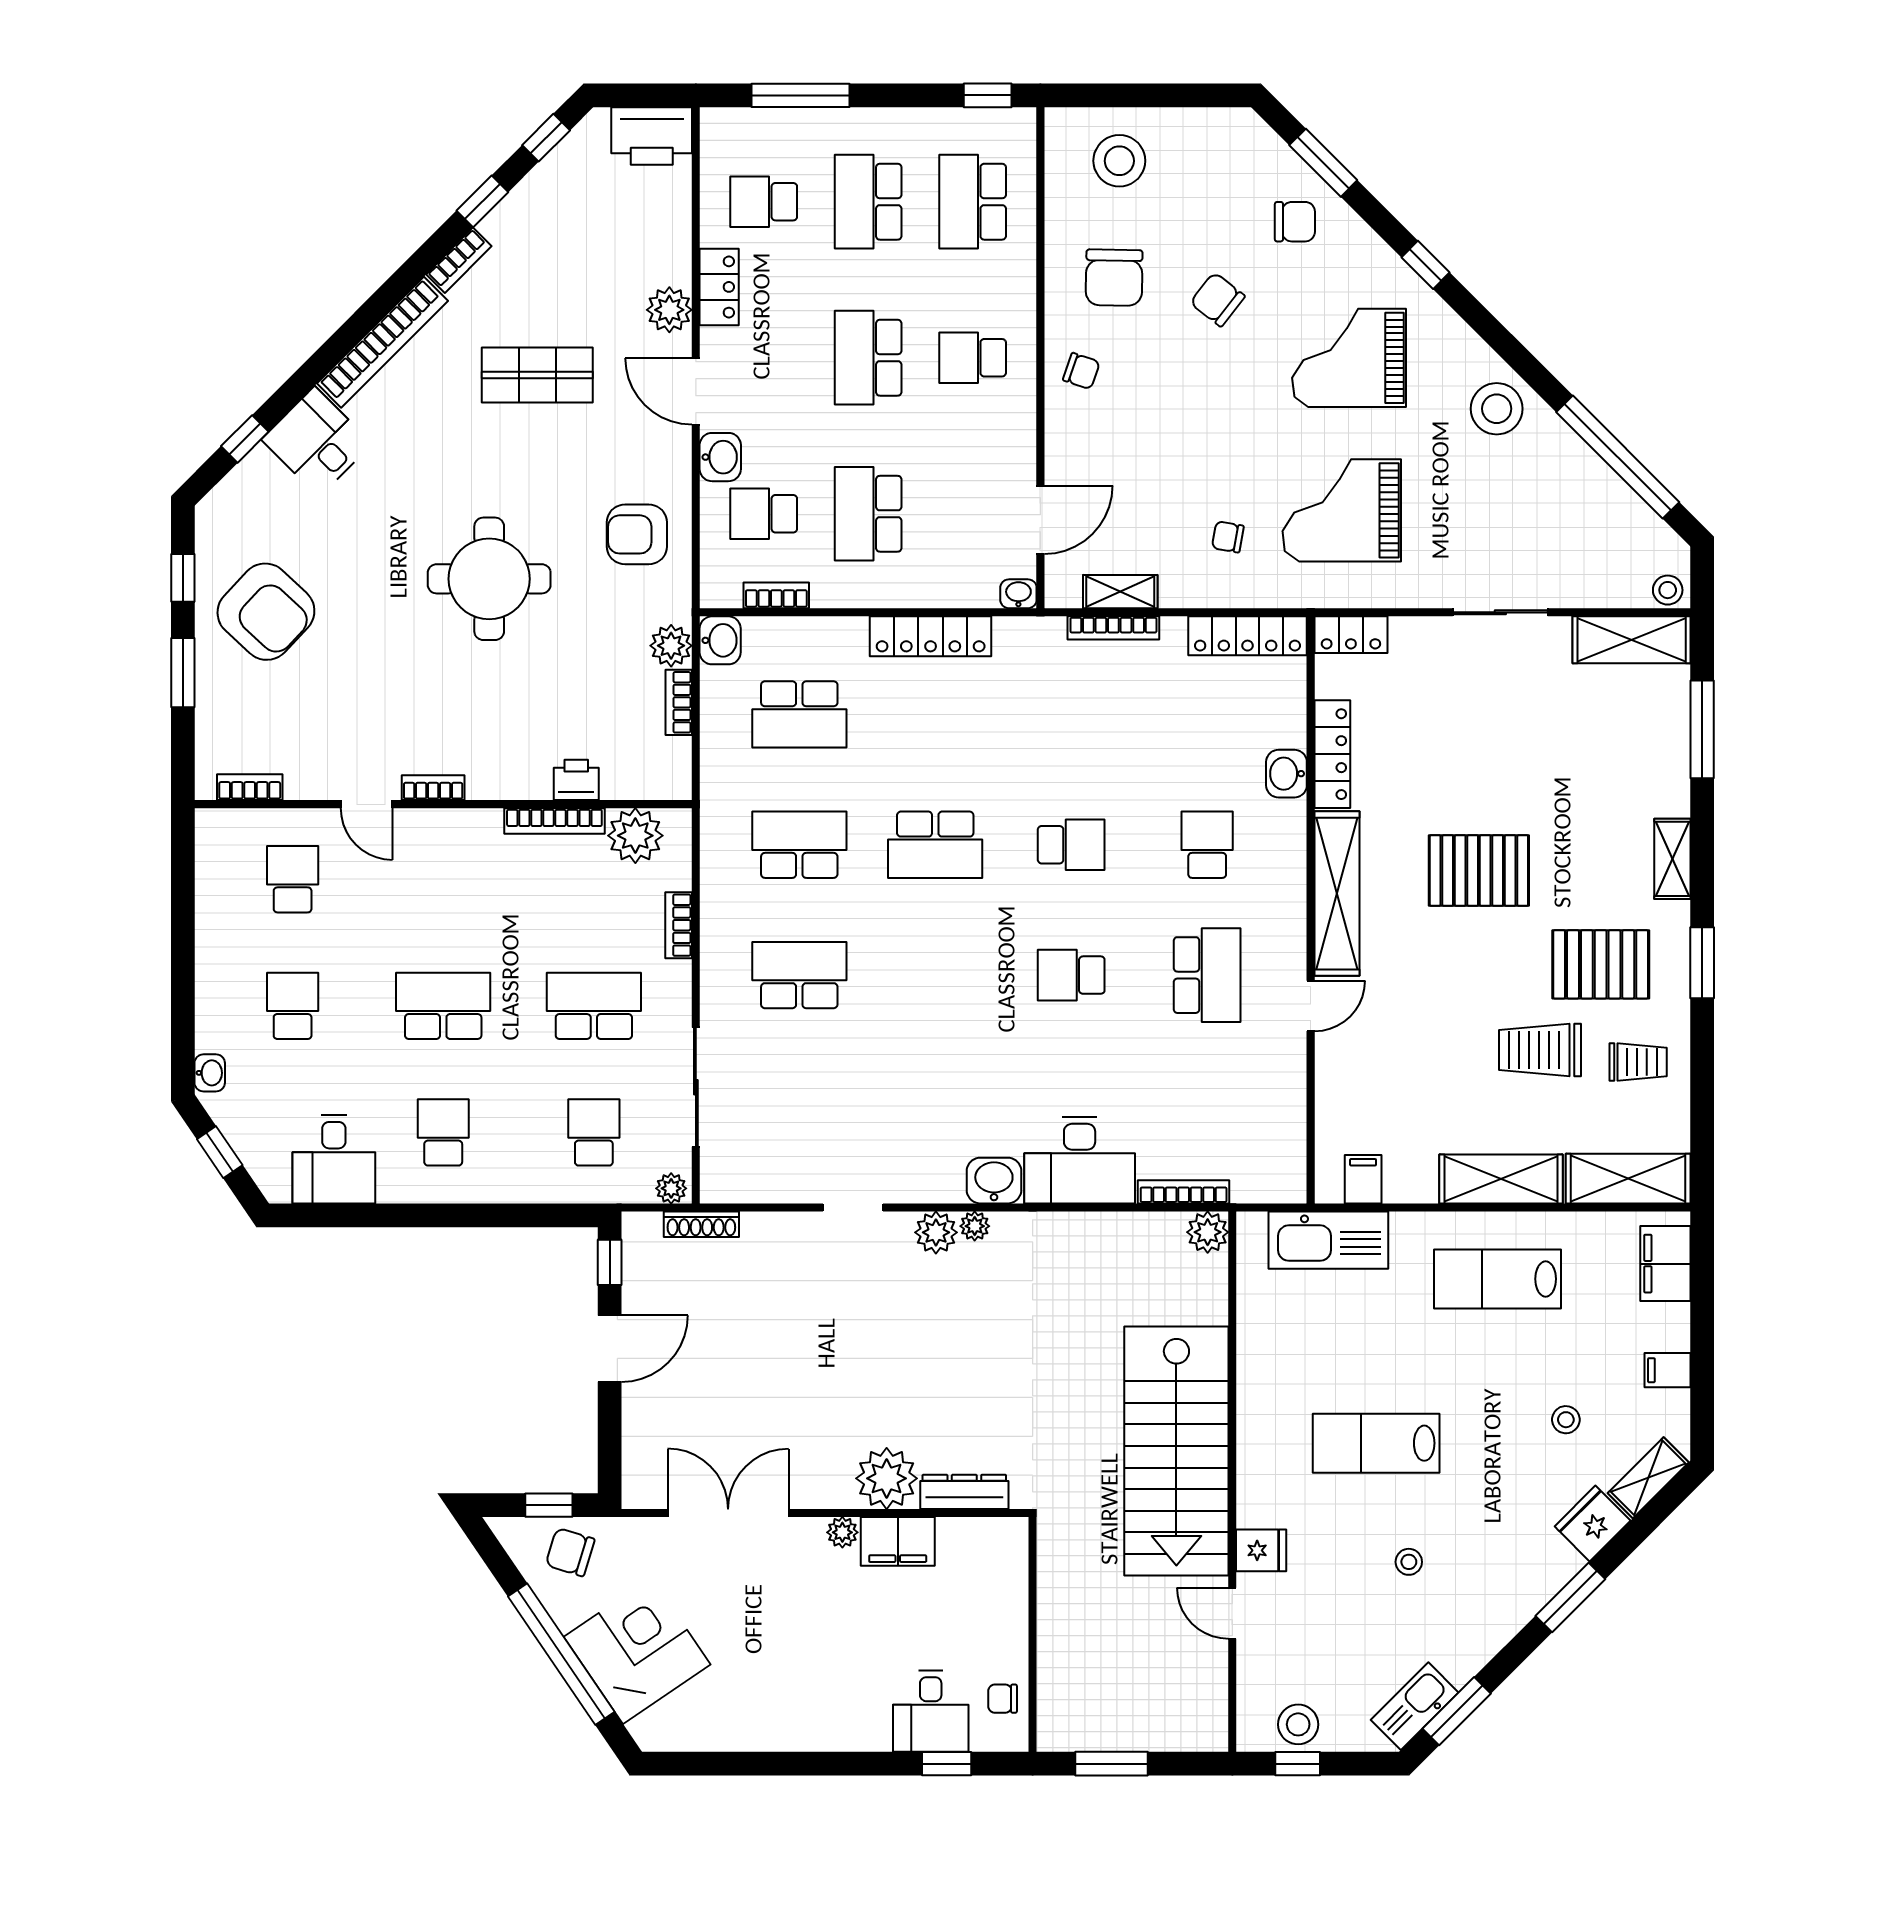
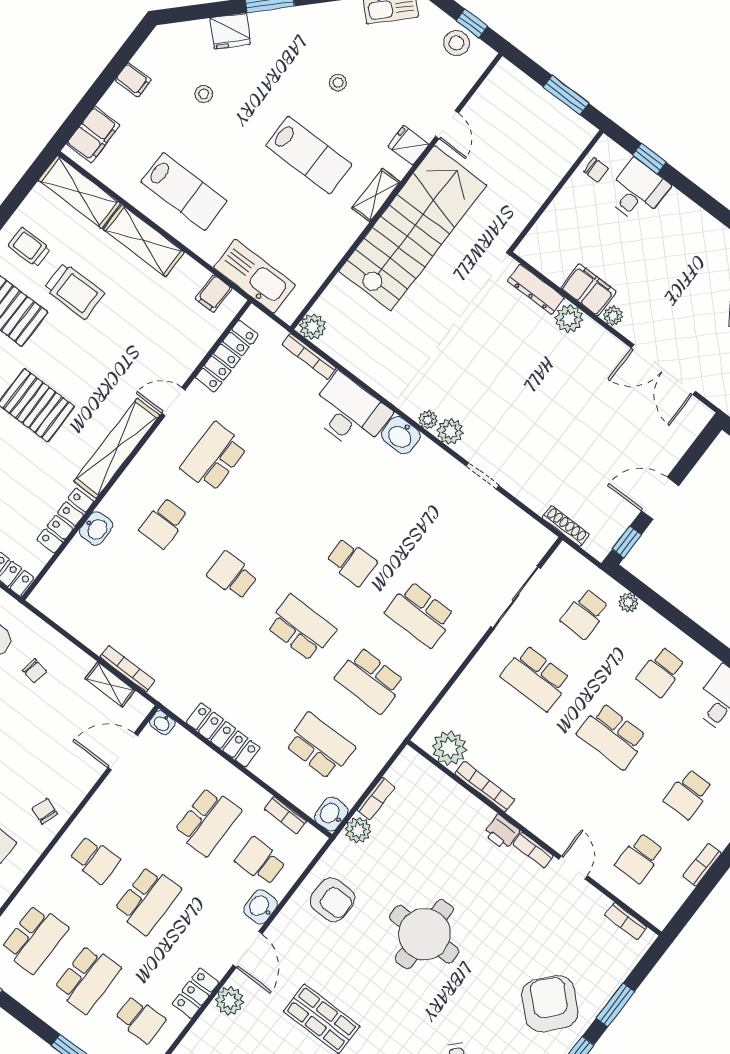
school desk: (764, 514) -> (260, 861), turned 180
locker: (1248, 636) -> (227, 356), moved, turned 90
printer: (576, 780) -> (501, 832), moved
bookcase: (679, 925) -> (702, 865), moved, turned 180
school desk: (1071, 975) -> (351, 562), moved
plant: (671, 1188) -> (628, 602), moved
plant: (887, 1478) -> (569, 319), width x0.73, depth x0.73
shelving: (1648, 1478) -> (376, 195), moved, turned -45

